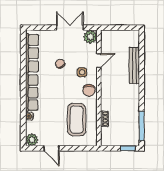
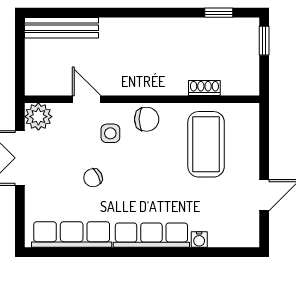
bench: (134, 65) -> (62, 28), moved
coffee table: (77, 120) -> (206, 144), turned 90
window: (142, 126) -> (219, 13), width x0.46
plant: (32, 140) -> (247, 235), removed

